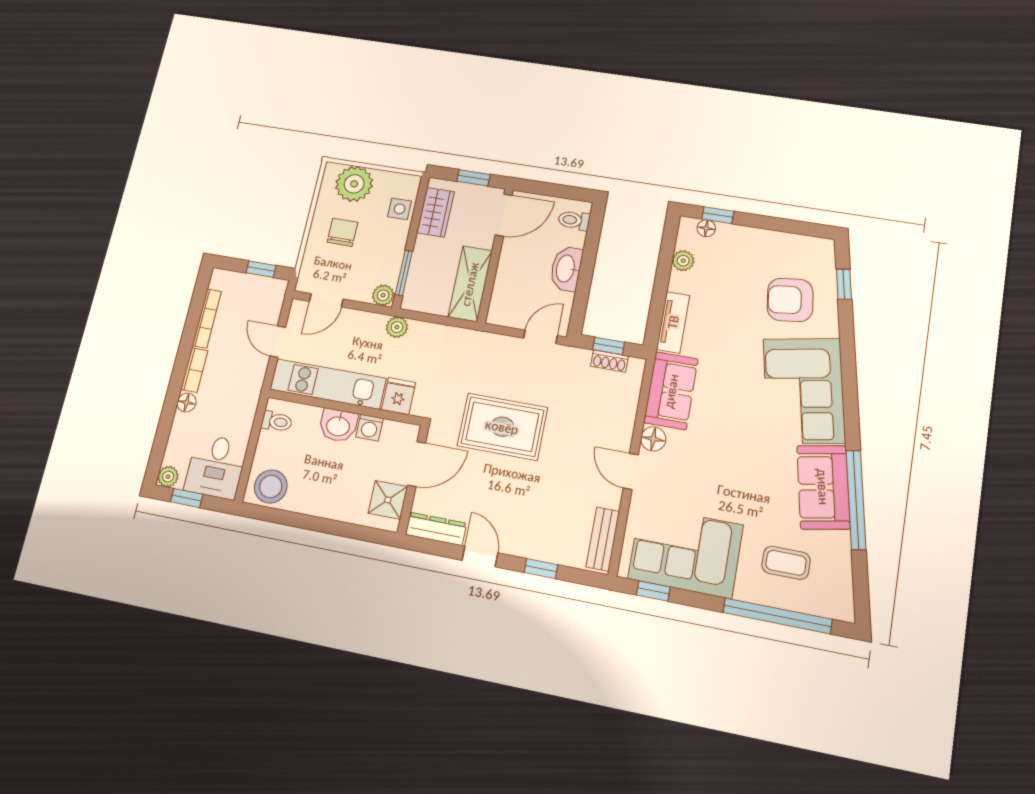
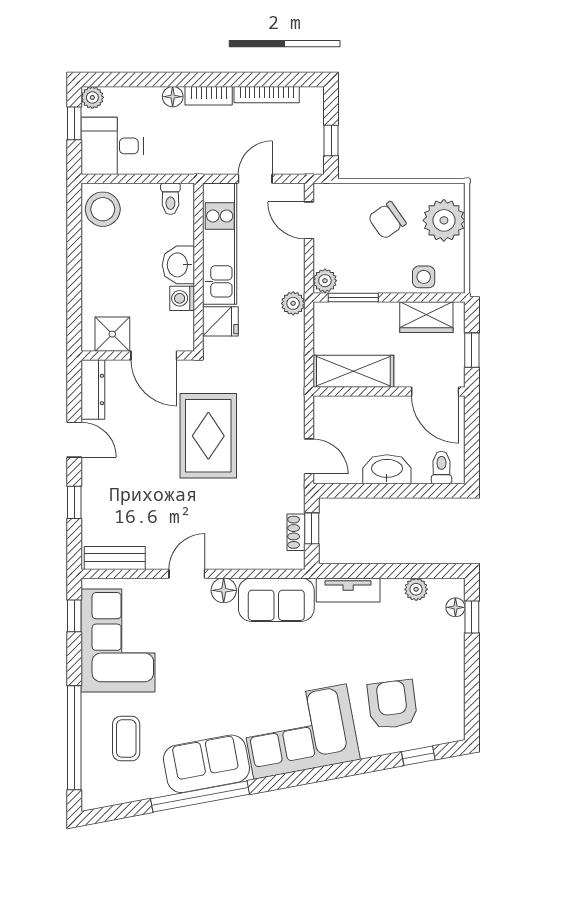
chair: (342, 232) -> (387, 220), turned 145
door: (480, 557) -> (74, 440), hinge flipped

